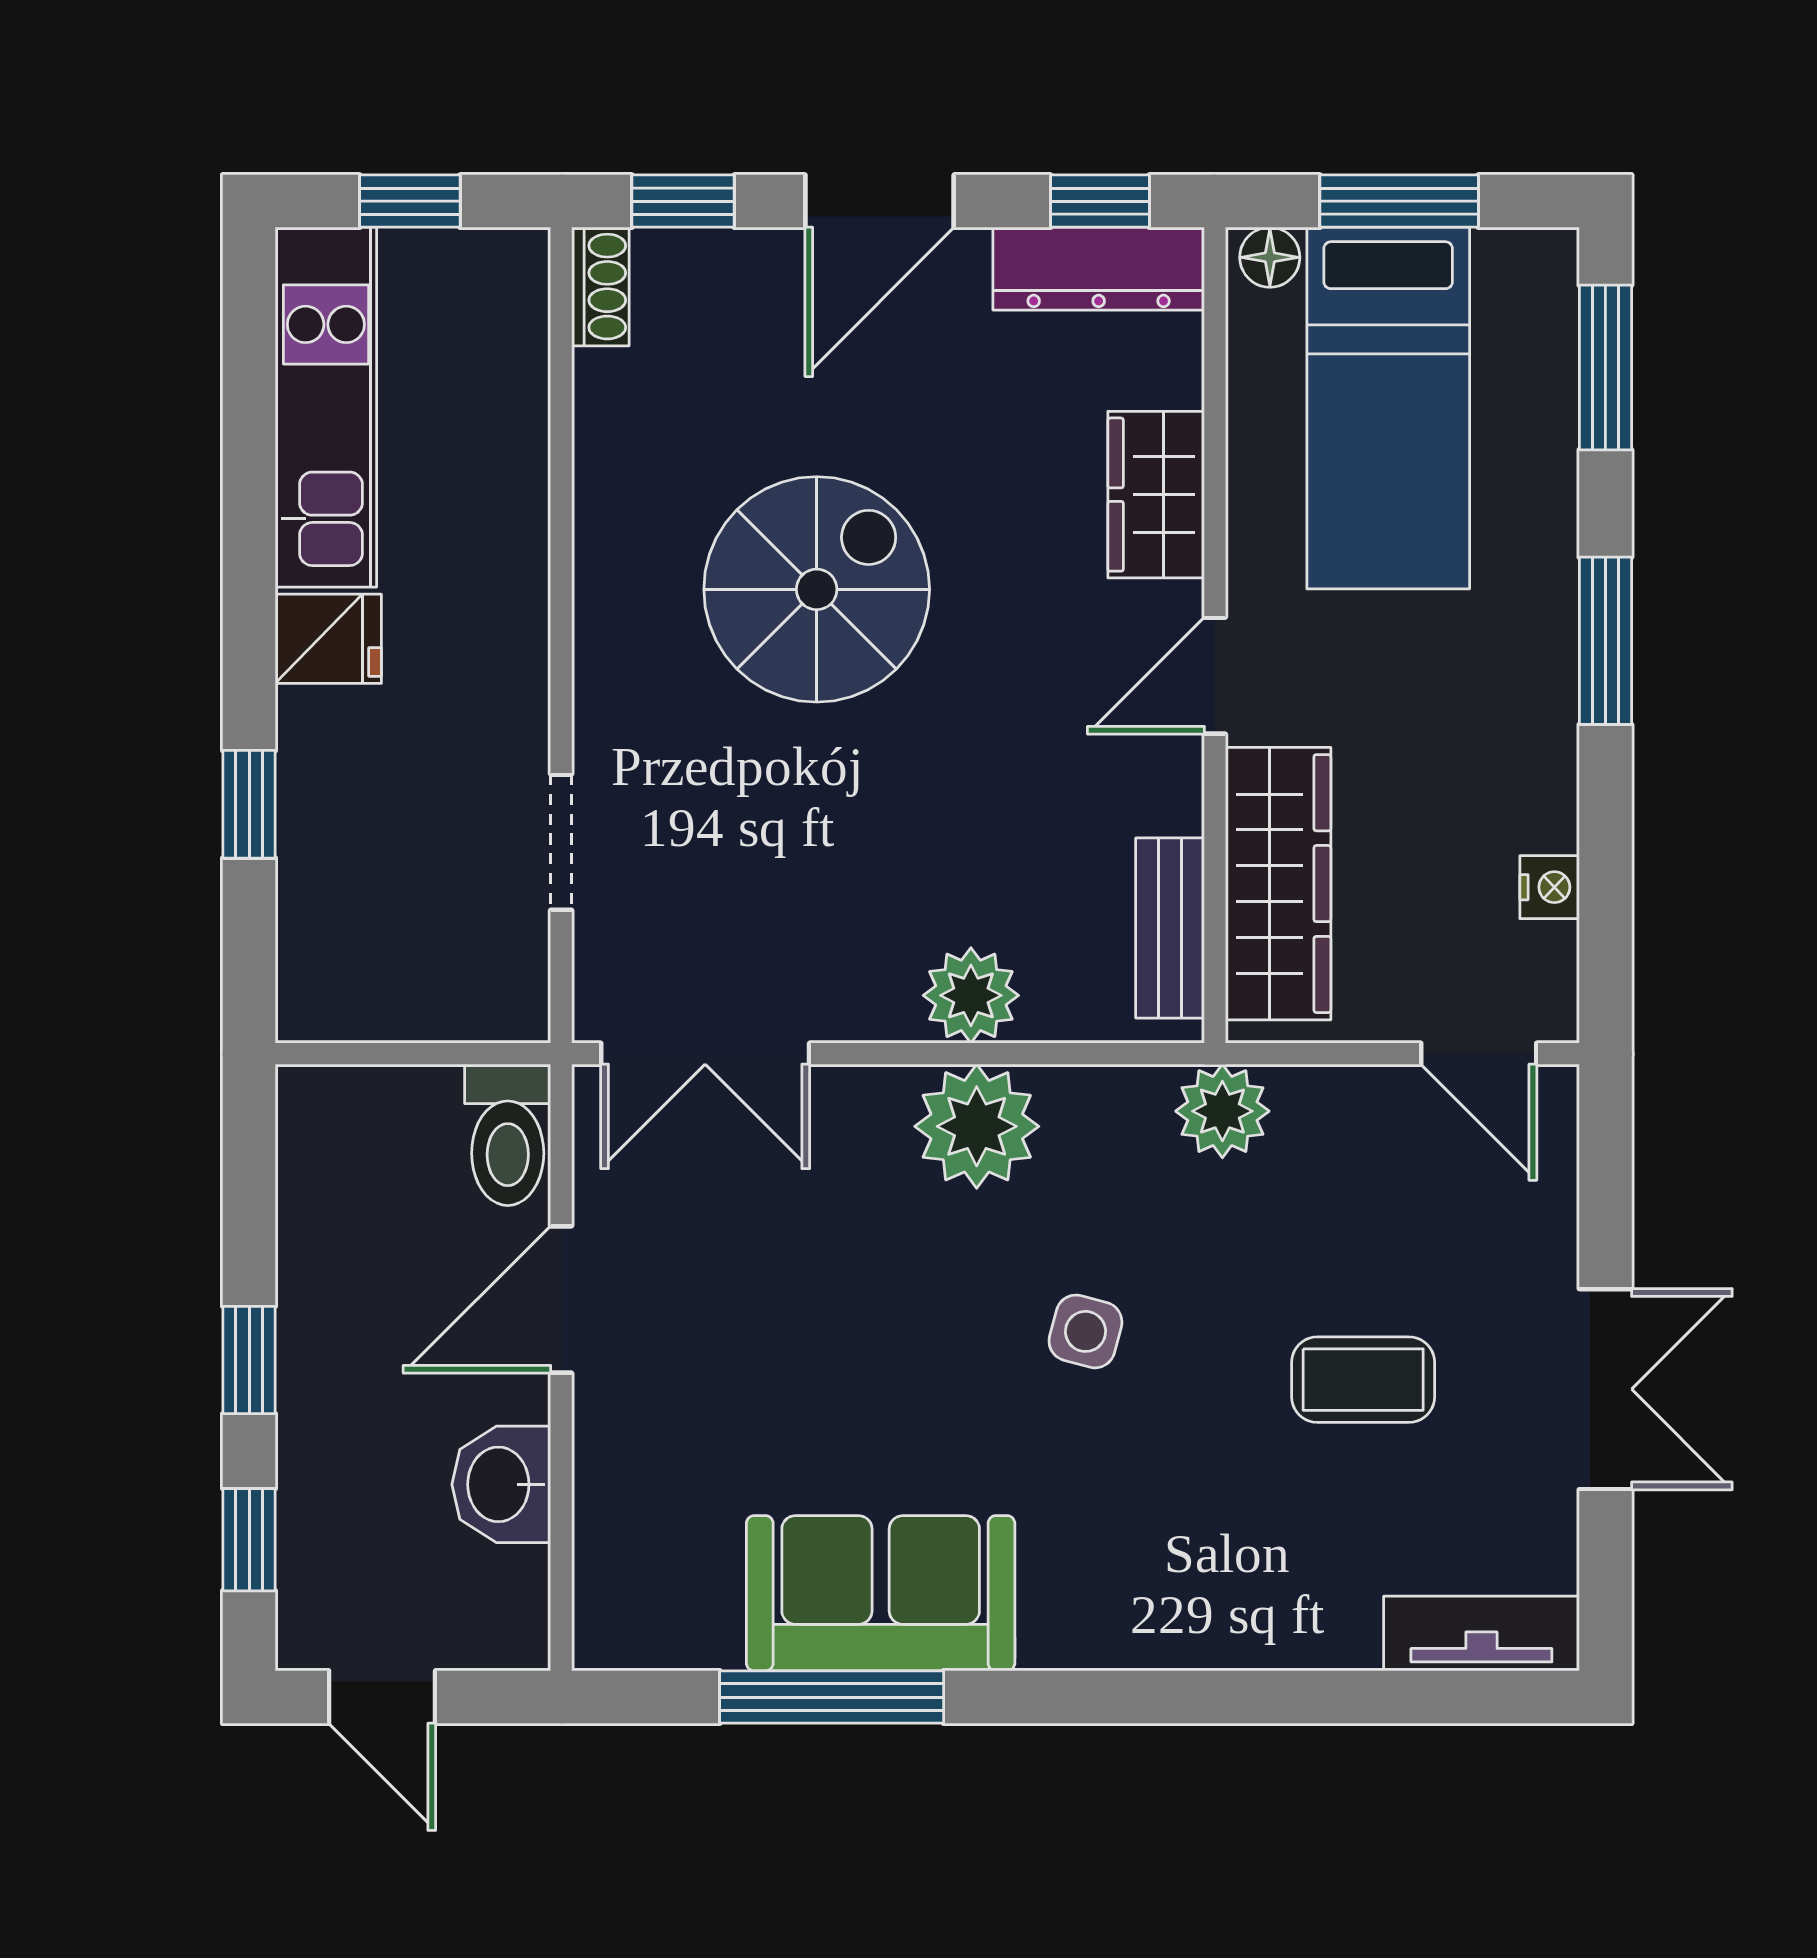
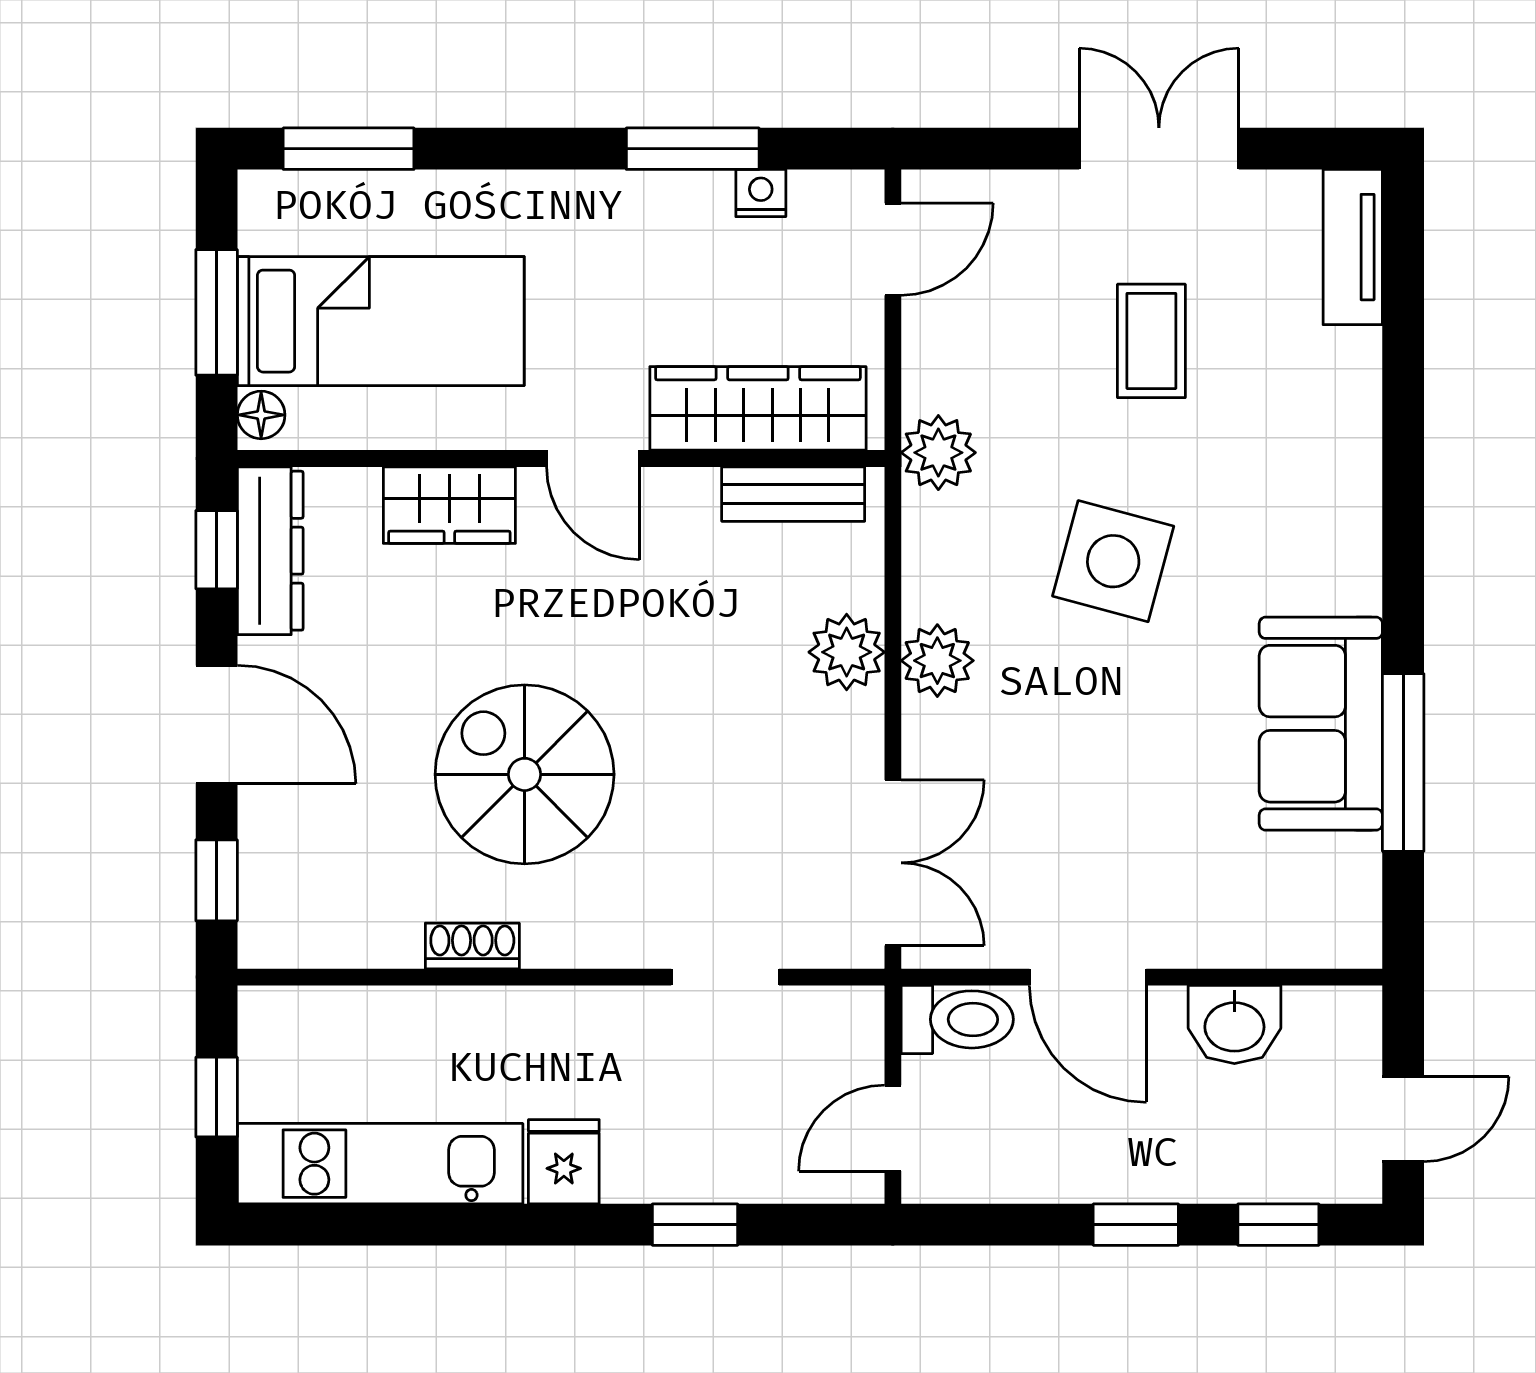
shoe rack: (600, 287) -> (472, 946), moved
window: (1605, 641) -> (693, 149), moved
door: (371, 1054) -> (893, 1128), added
plant: (977, 1126) -> (937, 661), width x0.73, depth x0.73
side table: (1085, 1331) -> (1113, 561), width x1.87, depth x1.87

